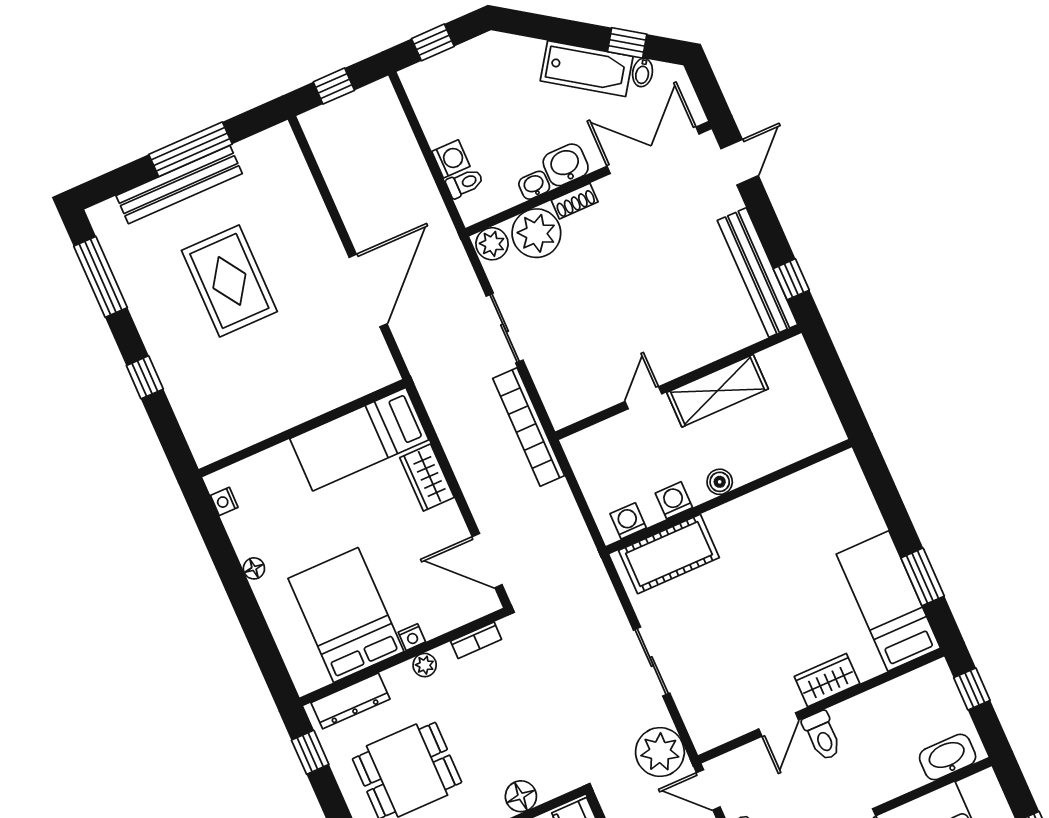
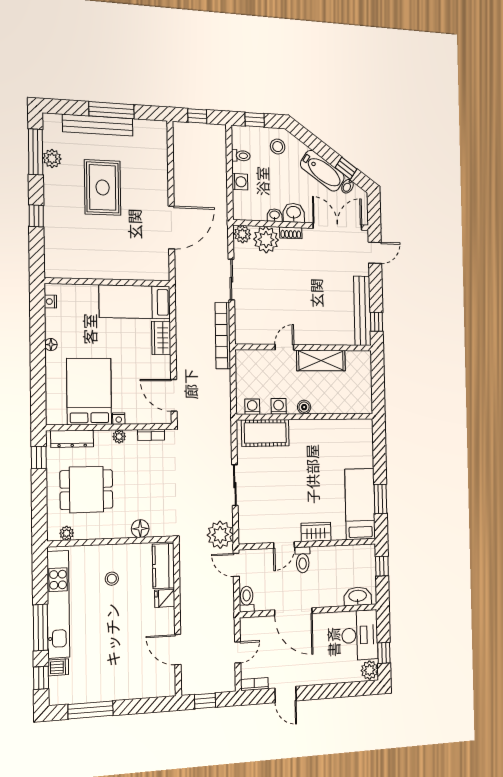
stool: (491, 67) -> (278, 147), added
toilet: (465, 183) -> (241, 156), moved
plant: (130, 275) -> (52, 158), added

